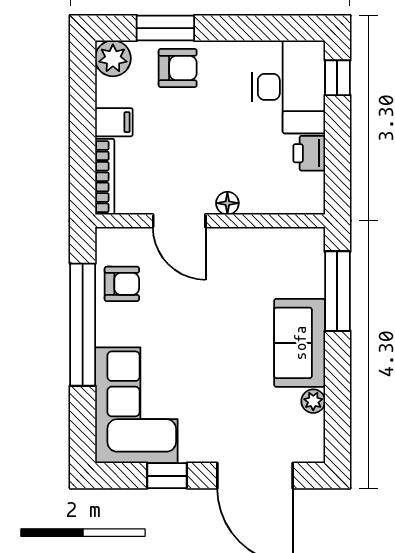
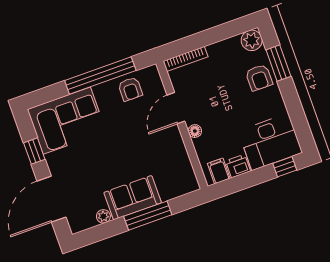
filing cabinet: (114, 122) -> (219, 171), moved, turned 180
window: (337, 291) -> (148, 216), moved

